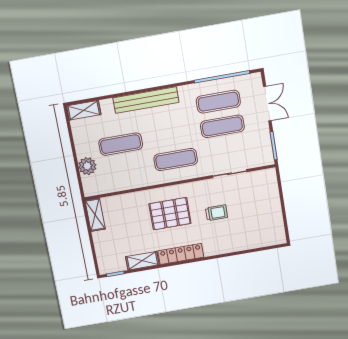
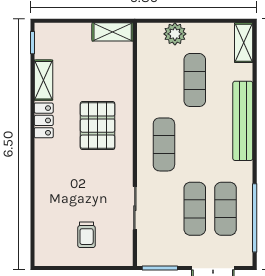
trolley: (216, 213) -> (87, 235), moved
locker: (181, 254) -> (44, 120), width x0.66

